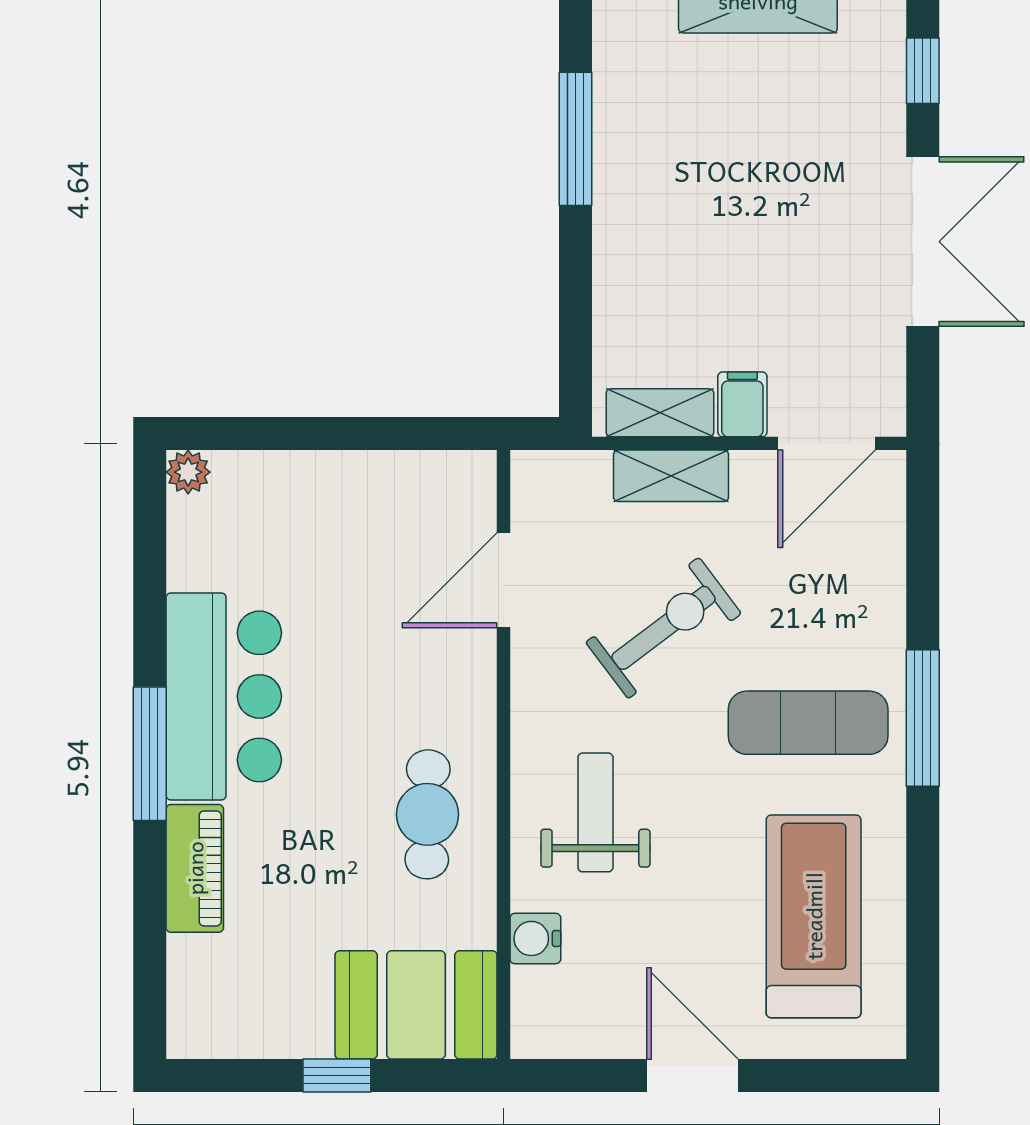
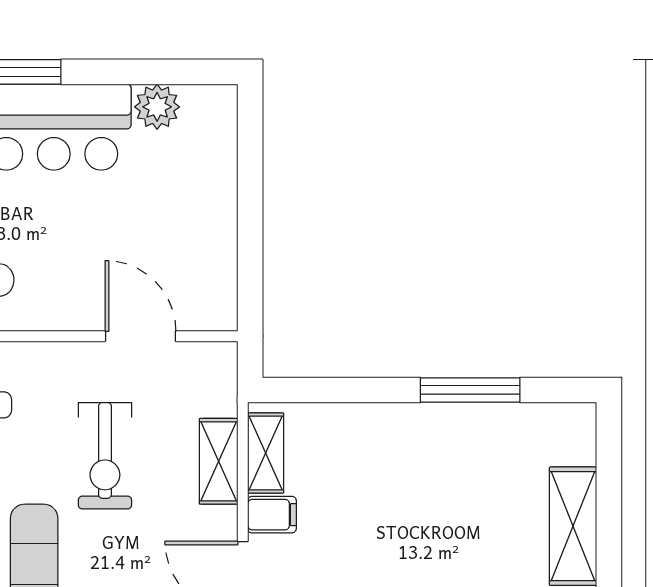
plant: (188, 472) -> (157, 107), moved, width x1.38, depth x1.38
exercise bike: (664, 628) -> (105, 456), turned 37

